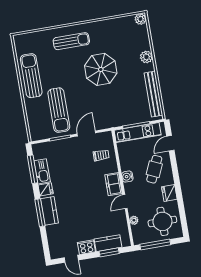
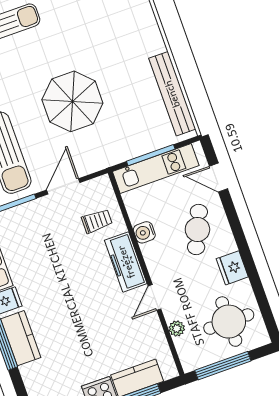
plant: (146, 57) -> (148, 29), removed
parasol: (101, 69) -> (72, 101), moved
door: (170, 143) -> (218, 177), hinge flipped
water cooler: (127, 177) -> (144, 232), moved
freezer: (113, 184) -> (126, 262), width x1.40

